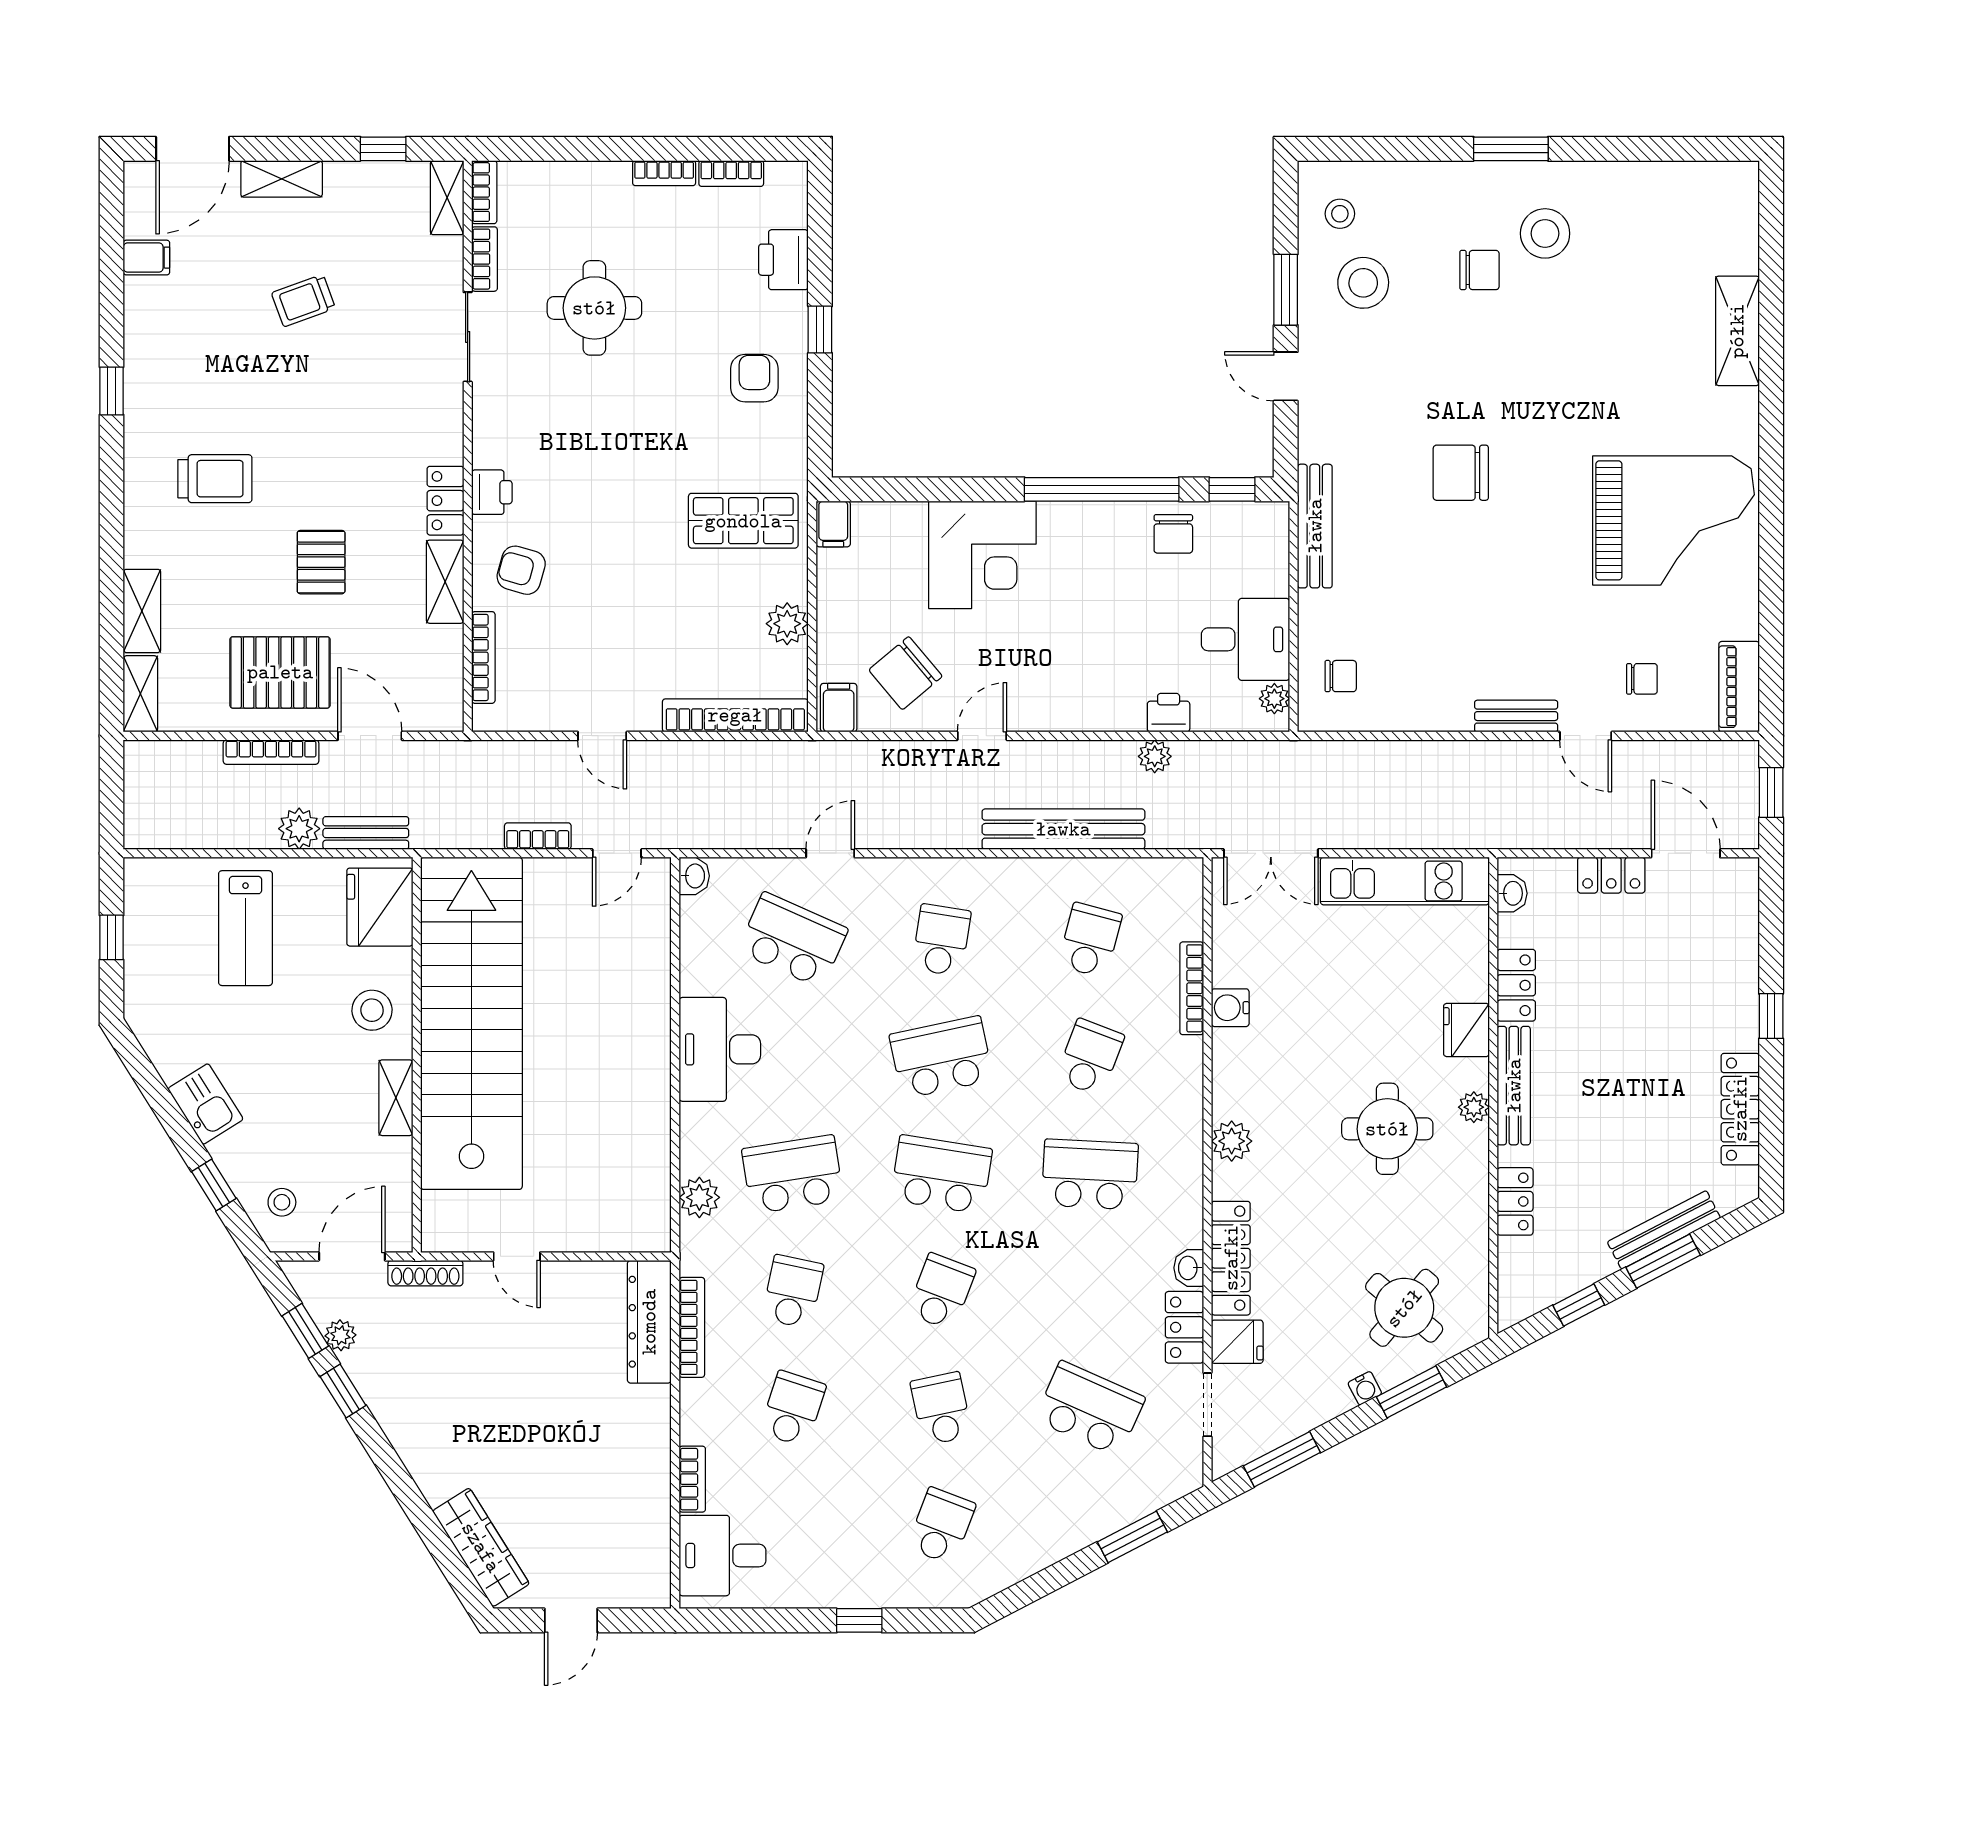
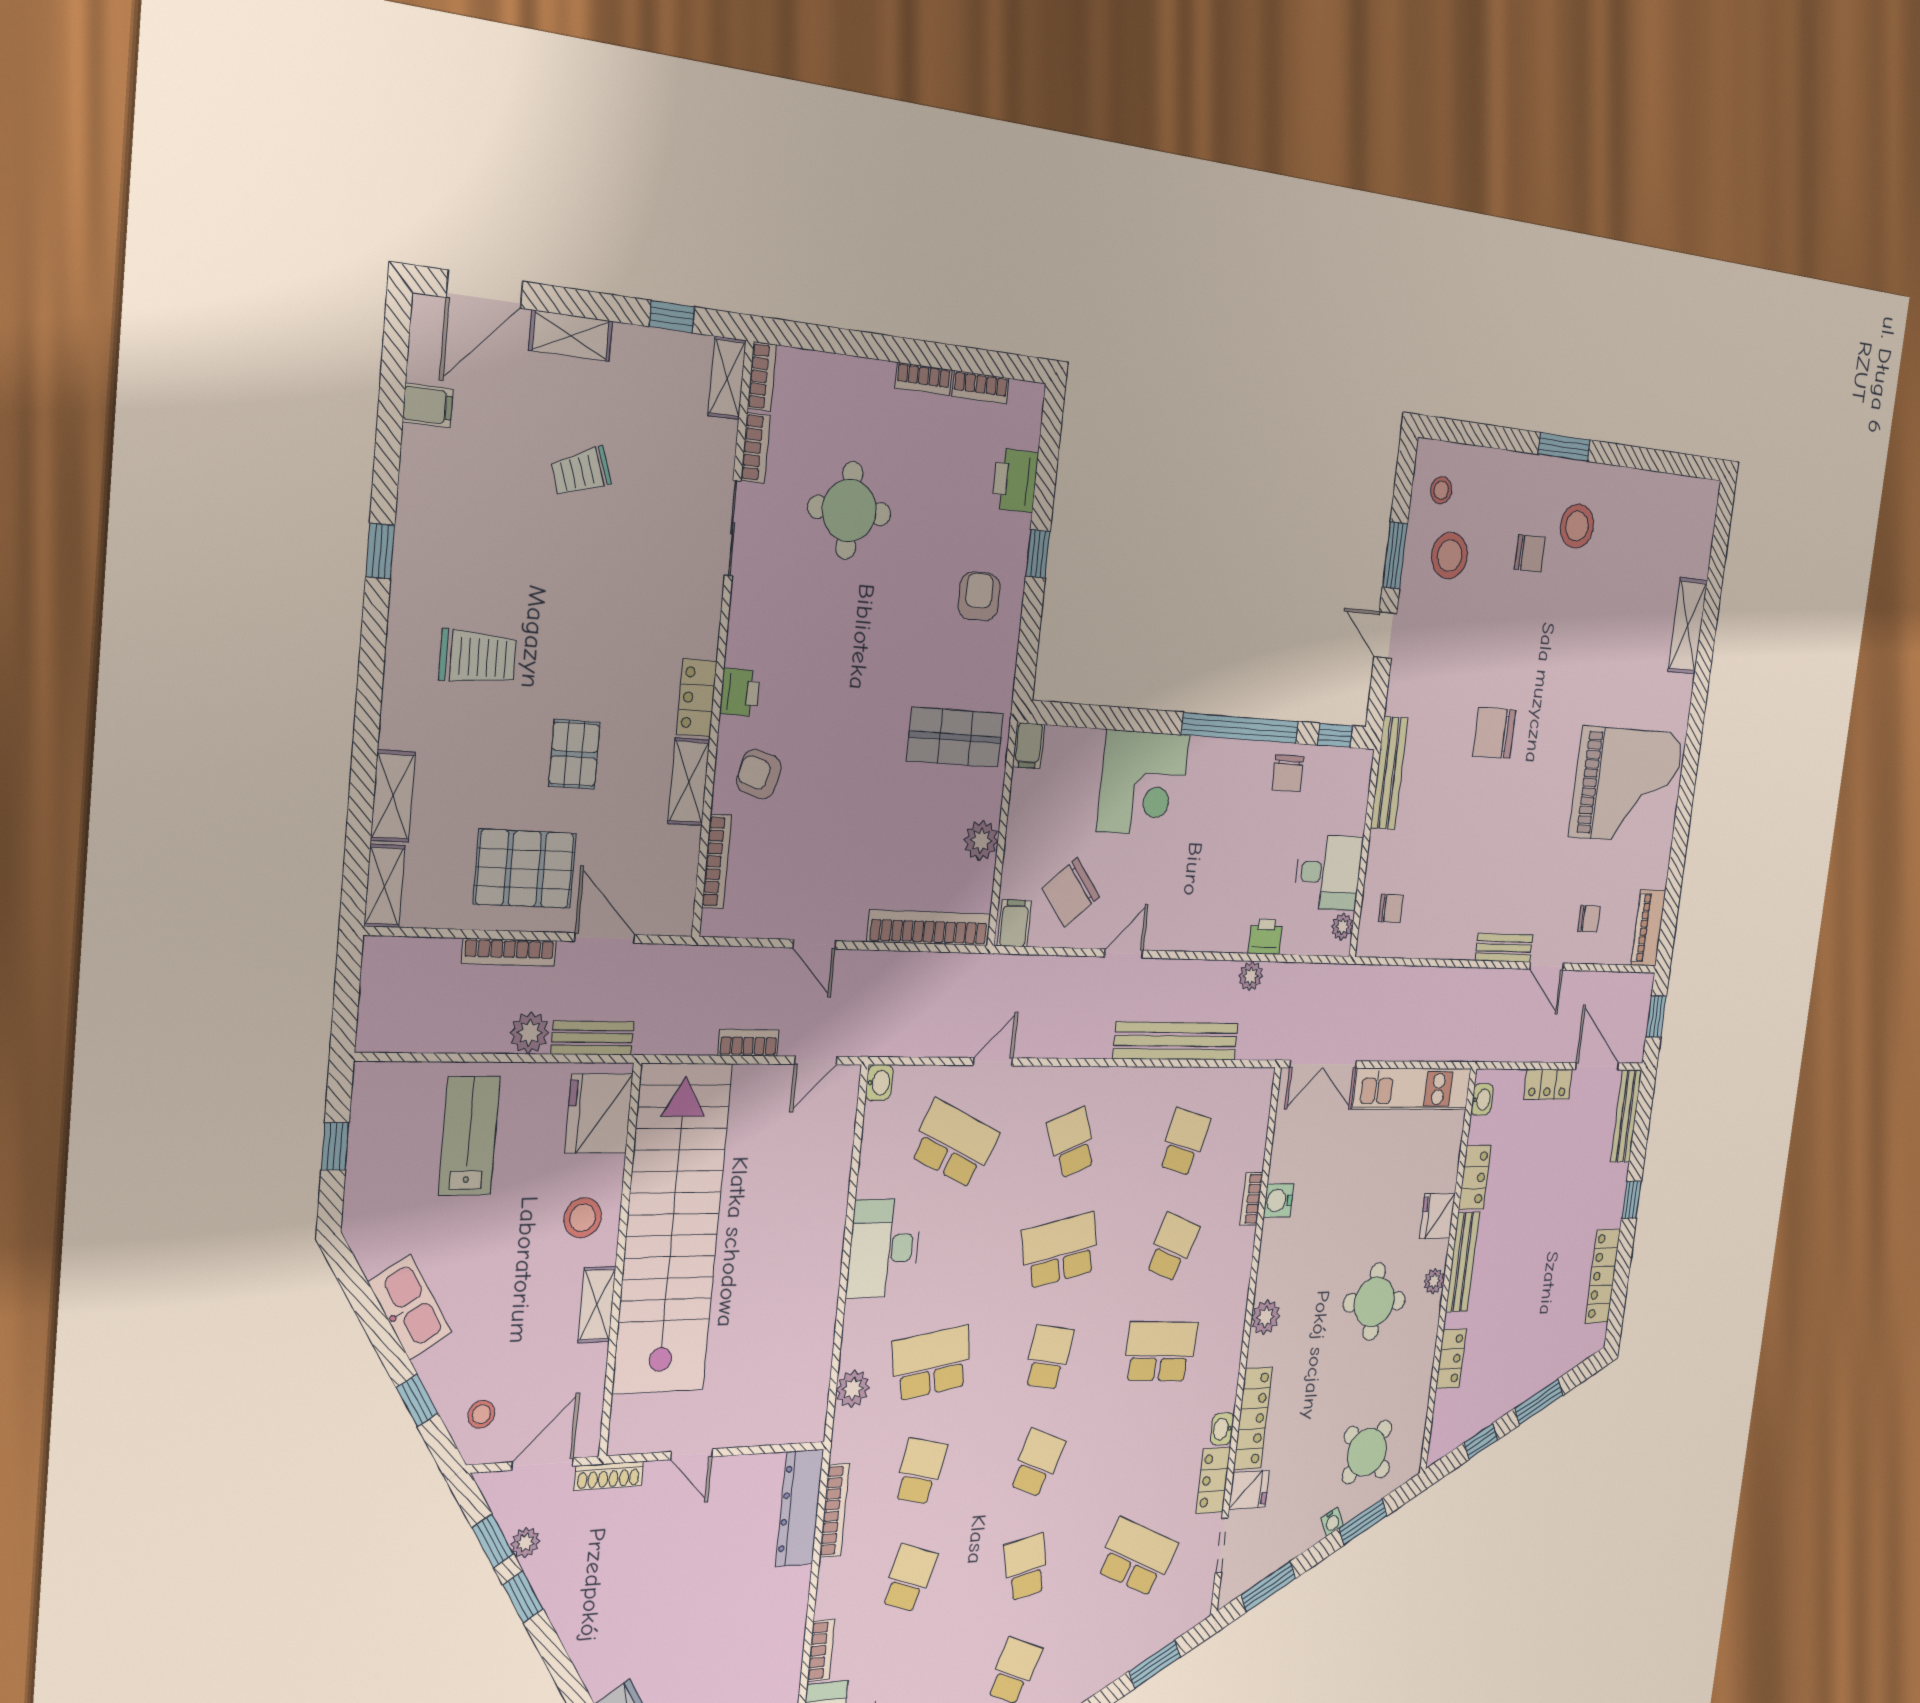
lab bench: (245, 928) -> (469, 1136), turned 180
school desk: (941, 940) -> (1072, 1143), turned -30
bookcase: (1192, 988) -> (1251, 1199), width x0.64
kitchen sink: (205, 1104) -> (410, 1307), width x1.38
school desk: (941, 1174) -> (1048, 1357), width x0.54
bench: (1664, 1230) -> (1626, 1116), moved, turned -63

